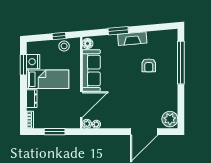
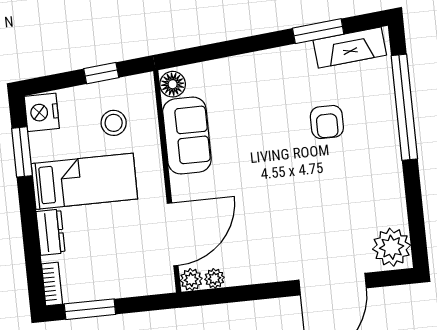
window: (118, 31) -> (318, 31), moved
fireplace: (132, 39) -> (350, 48), moved
stool: (64, 46) -> (114, 123), moved
nightstand: (33, 62) -> (42, 112), moved
sofa: (91, 71) -> (187, 136), width x0.73
window: (55, 132) -> (90, 309), moved

